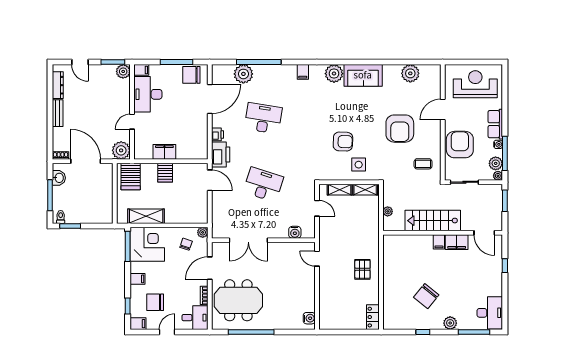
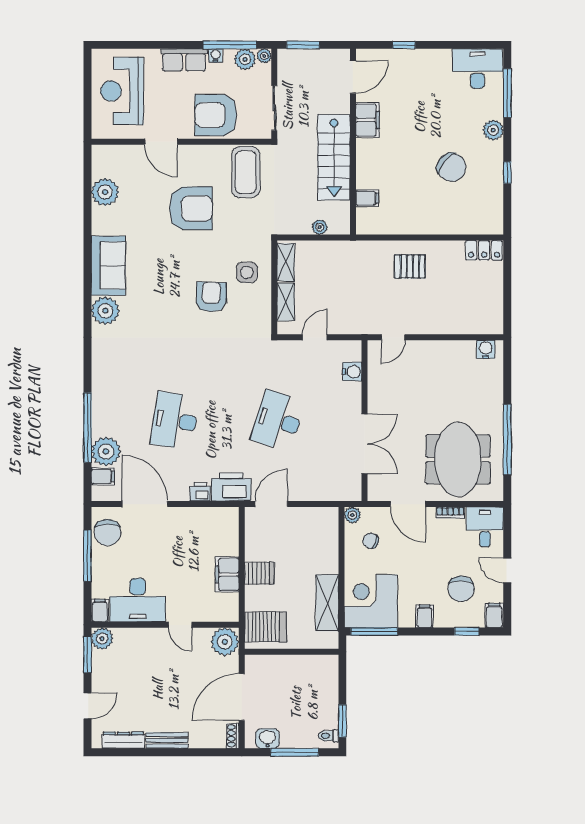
filing cabinet: (303, 72) -> (103, 476), moved
coffee table: (423, 164) -> (246, 172), width x1.86, depth x1.72
filing cabinet: (439, 242) -> (367, 198), moved

